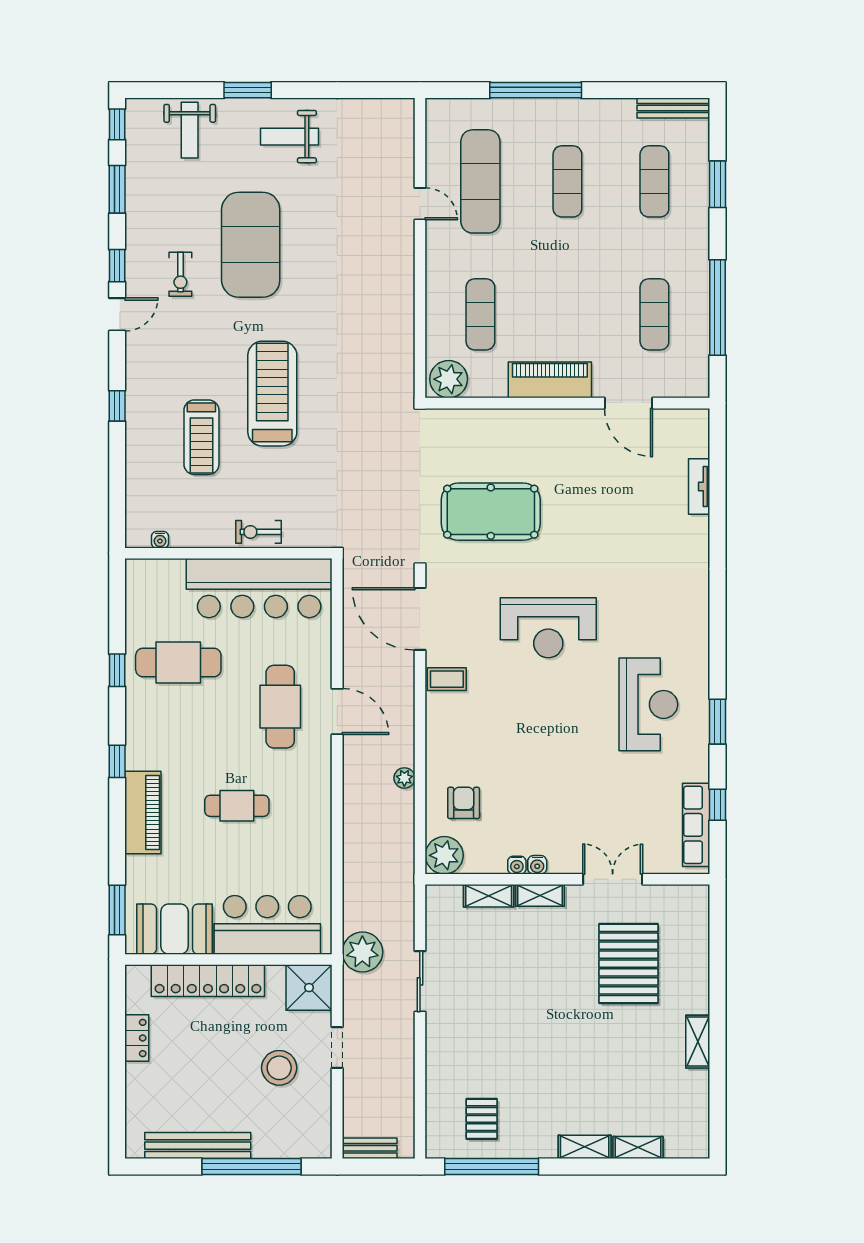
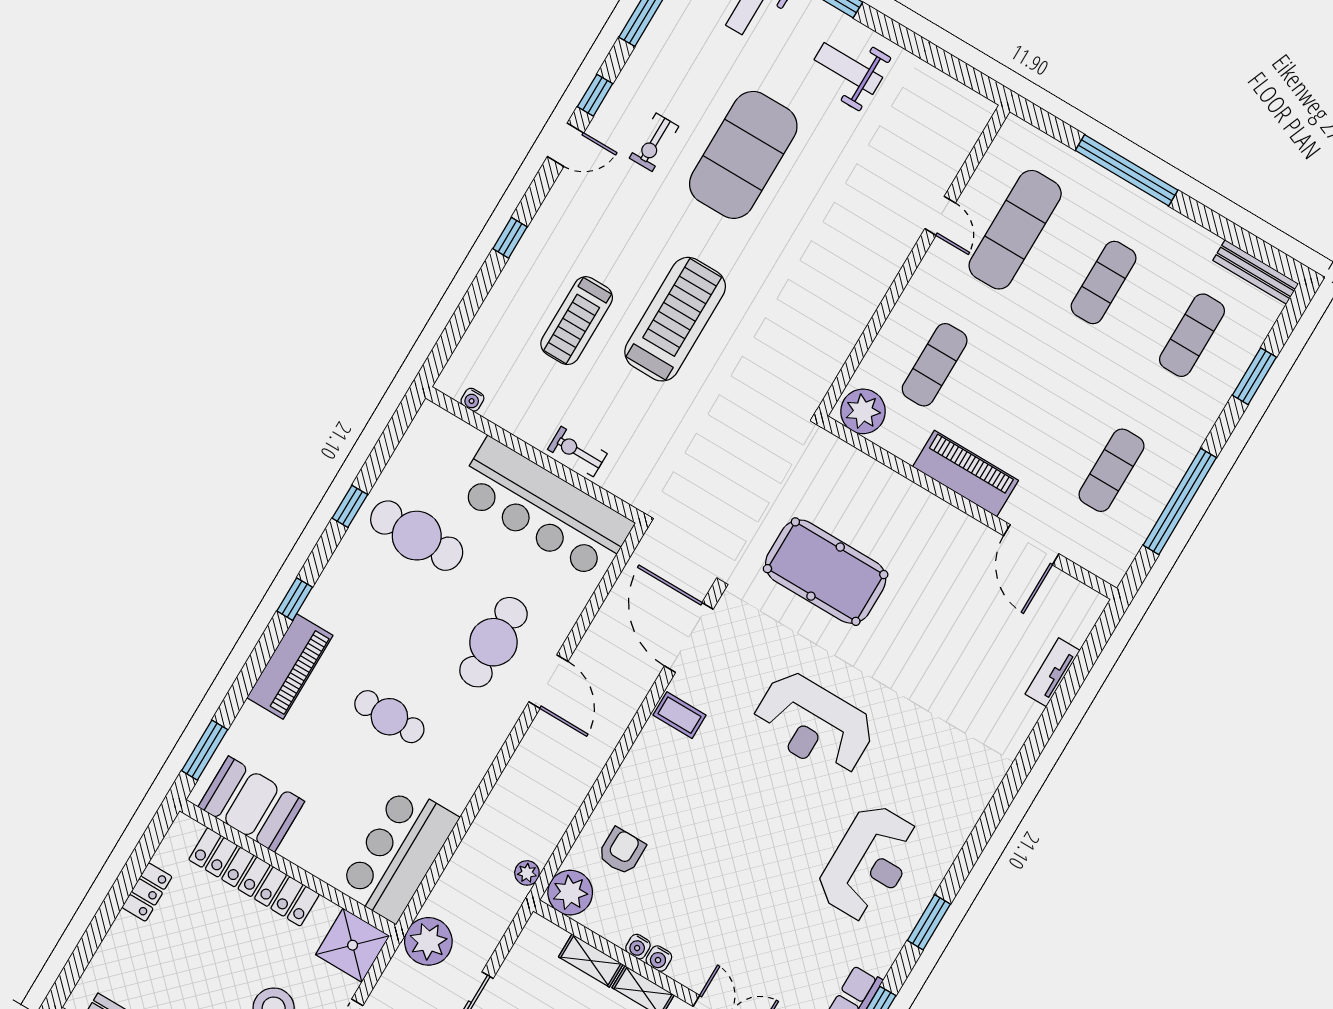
plant: (404, 778) -> (527, 873), moved
bar counter: (267, 925) -> (398, 853), moved, turned -90

